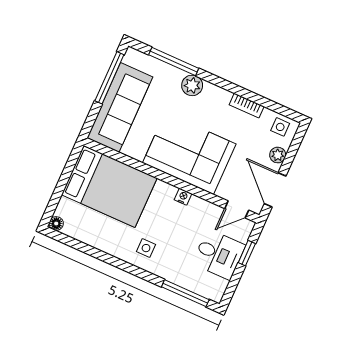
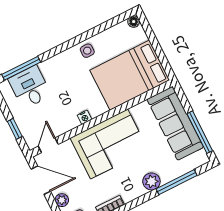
side table: (146, 248) -> (87, 51), moved
desk: (219, 254) -> (30, 87), moved, turned 90

